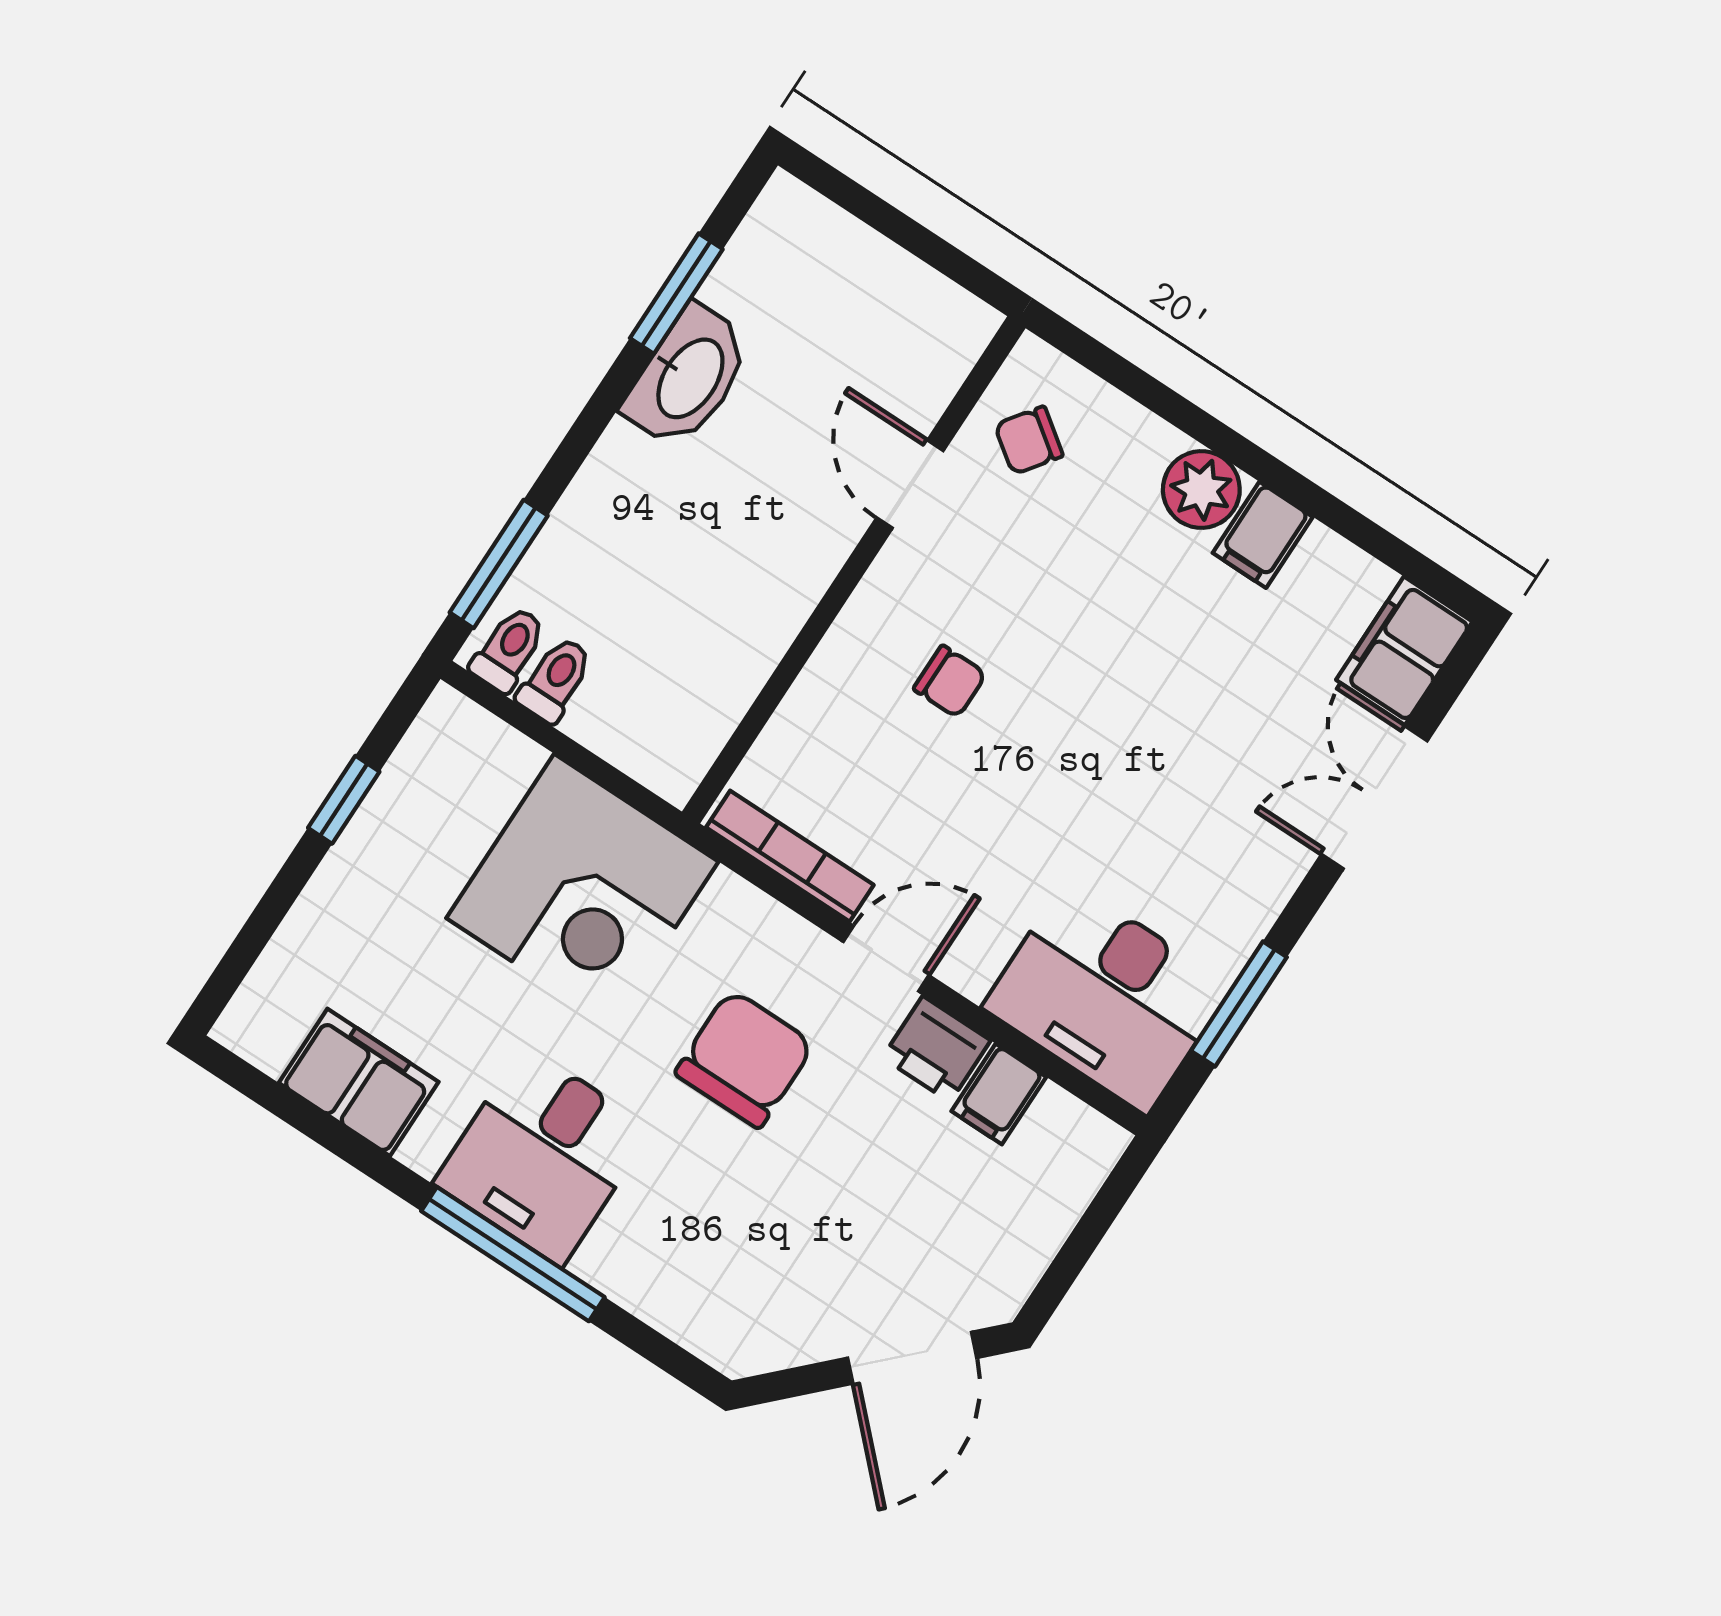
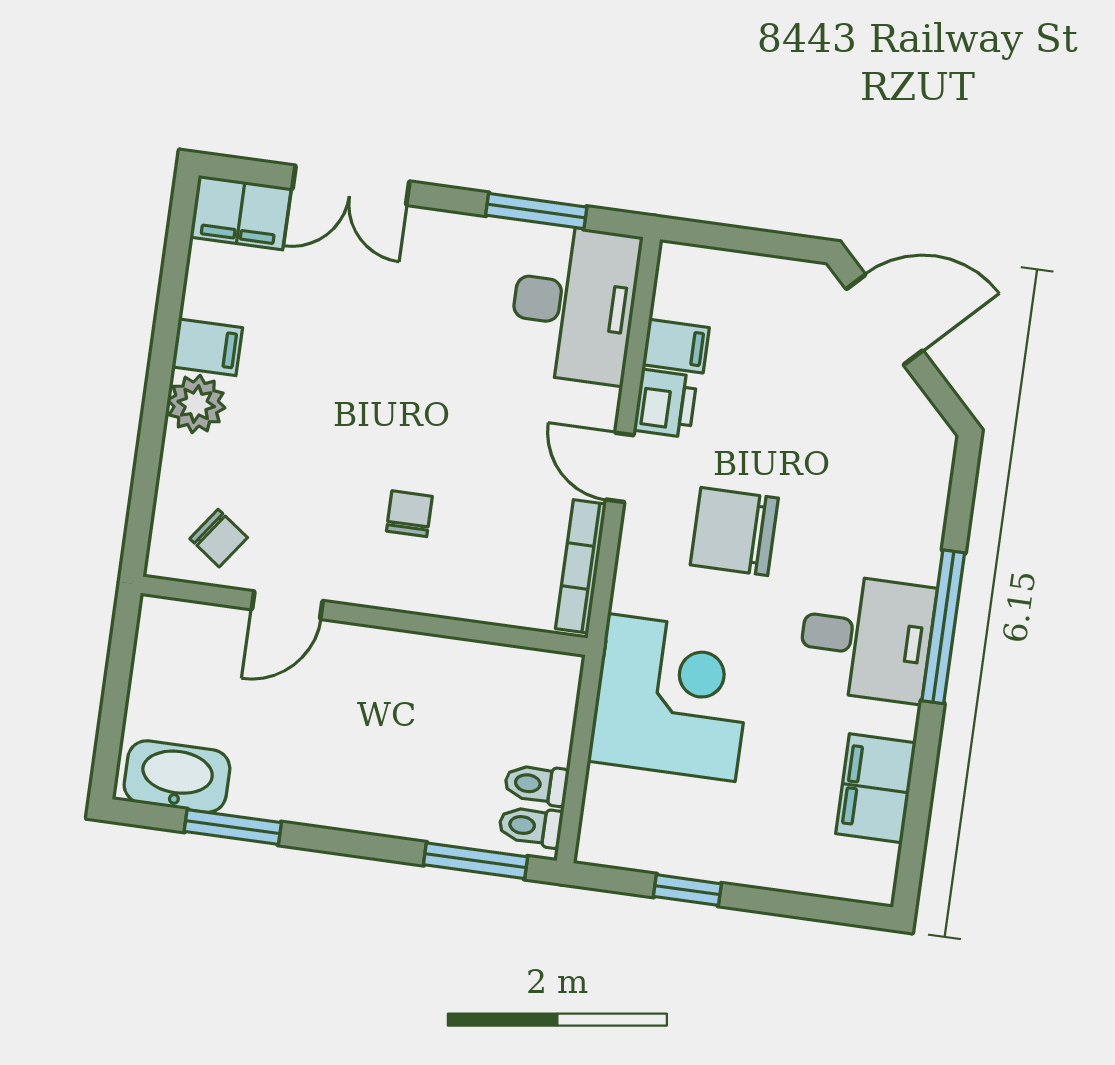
washbasin: (688, 377) -> (177, 777), moved

